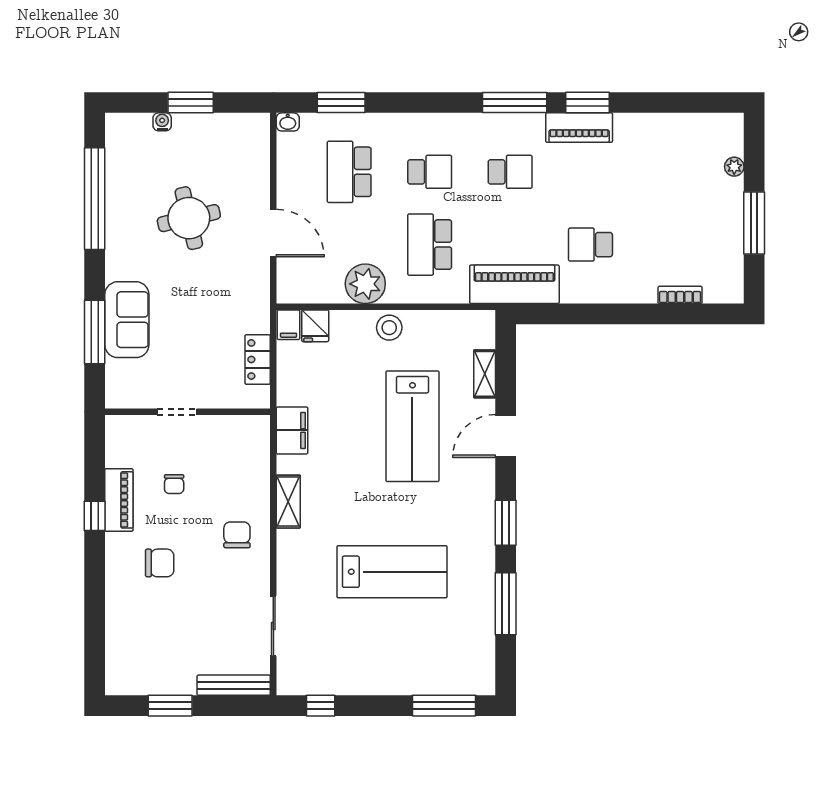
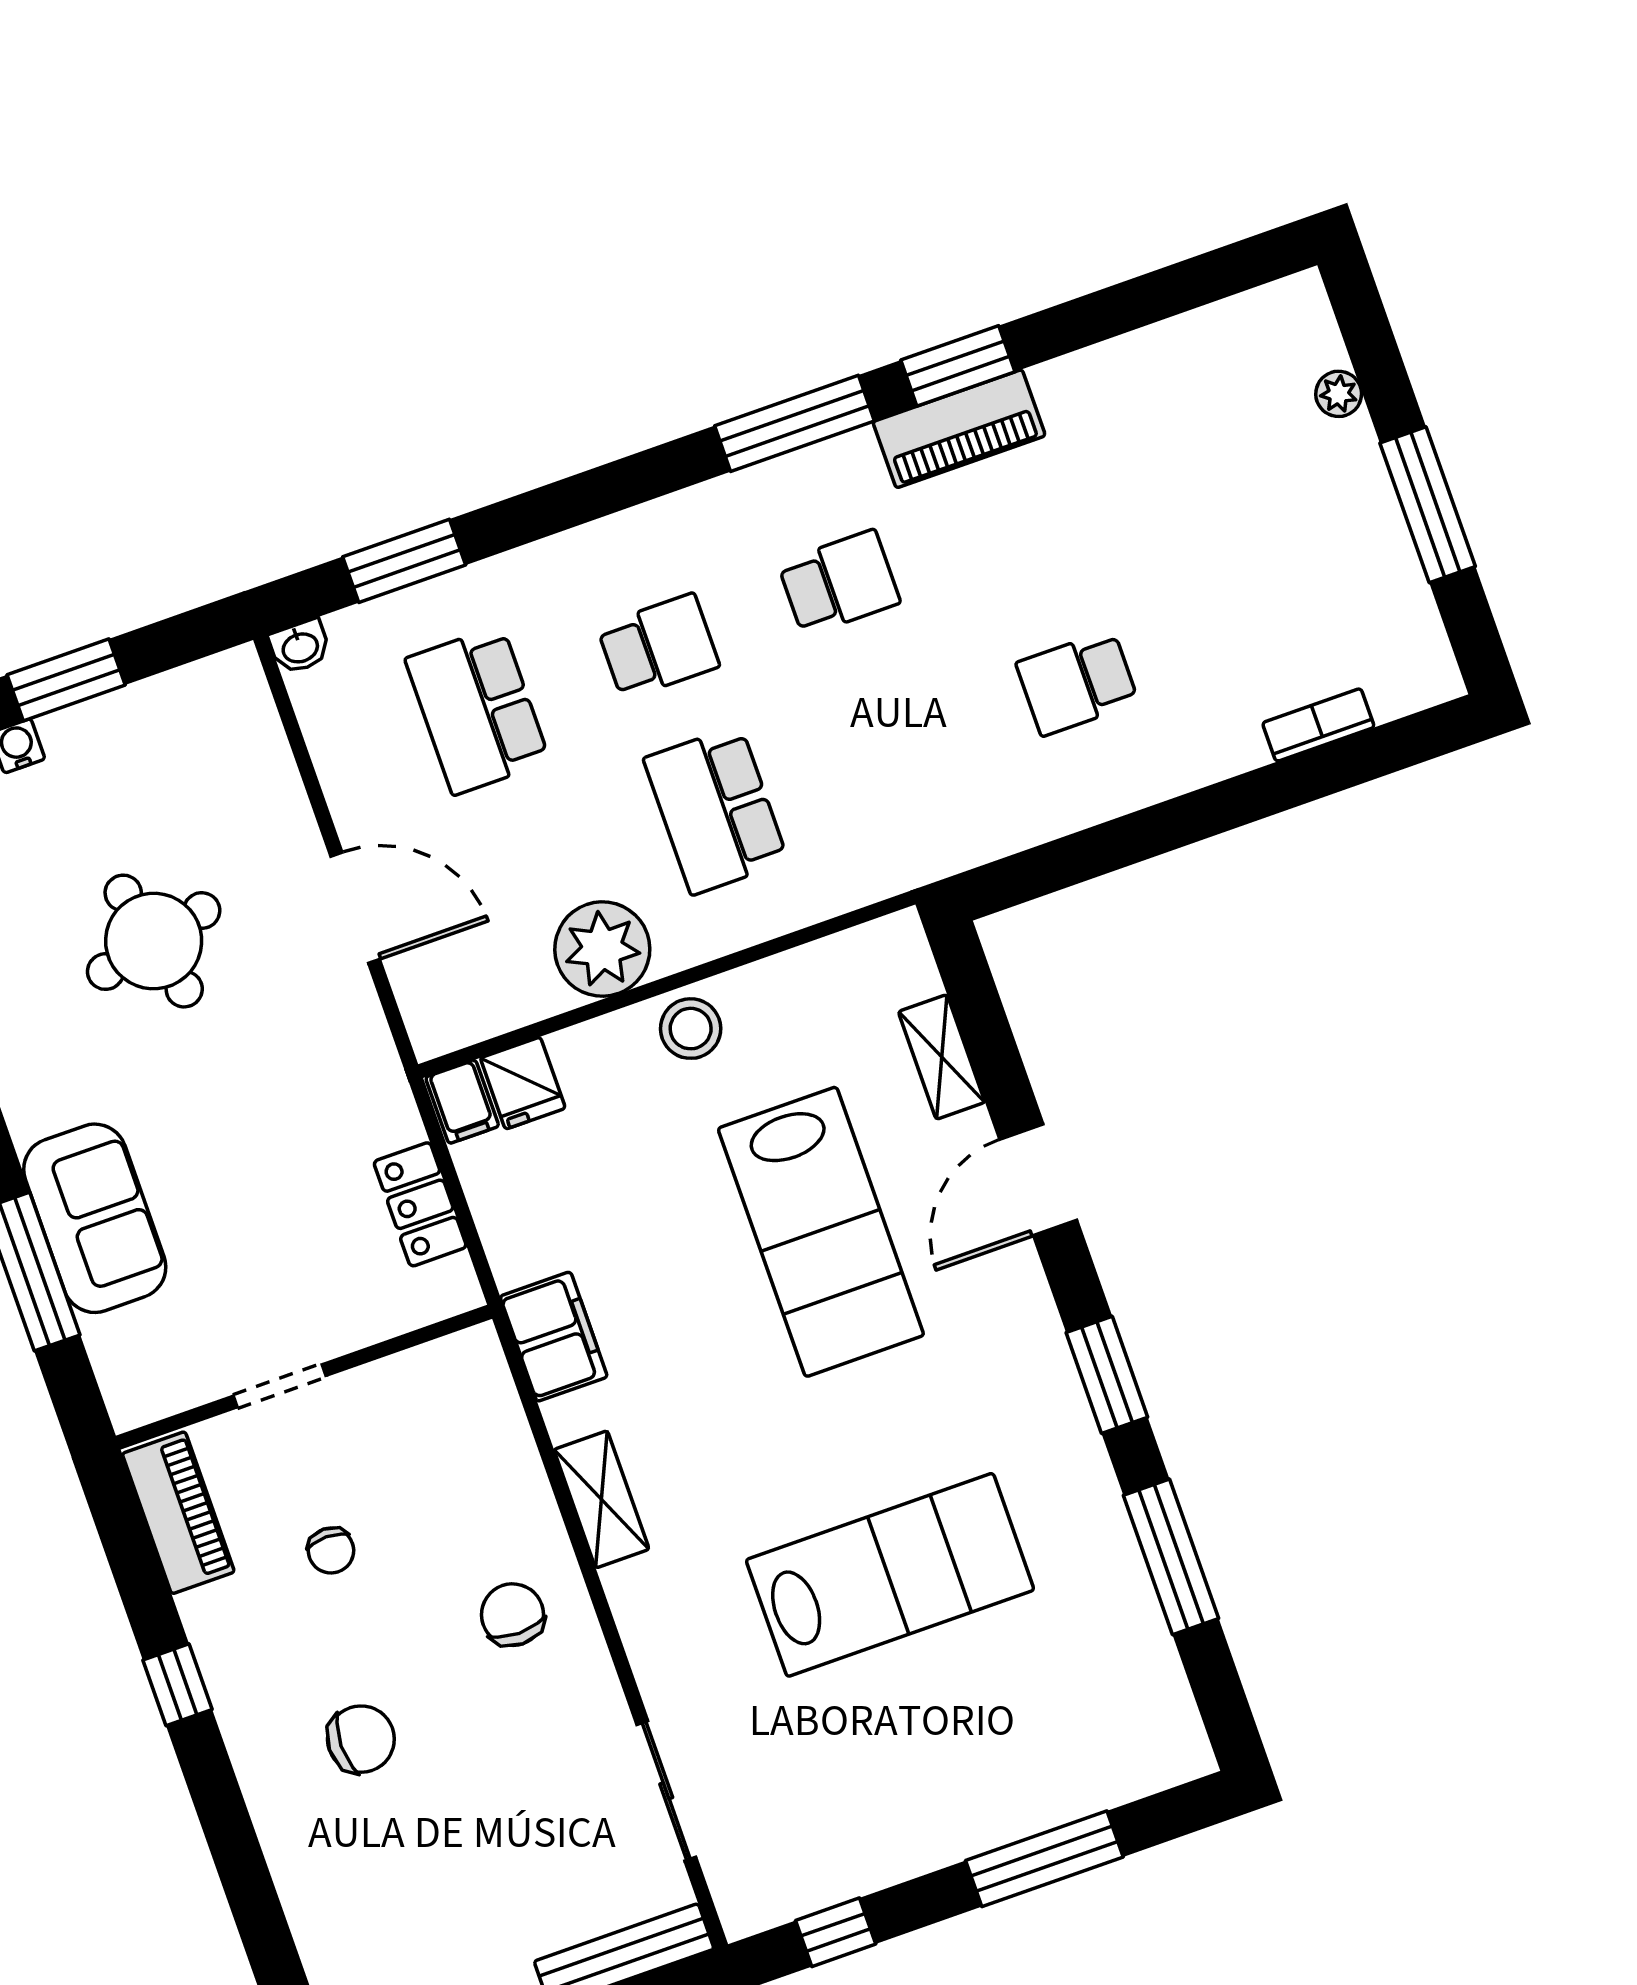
piano: (514, 284) -> (938, 832), removed
piano: (119, 500) -> (178, 1513), moved
window: (444, 706) -> (1044, 1859), moved

